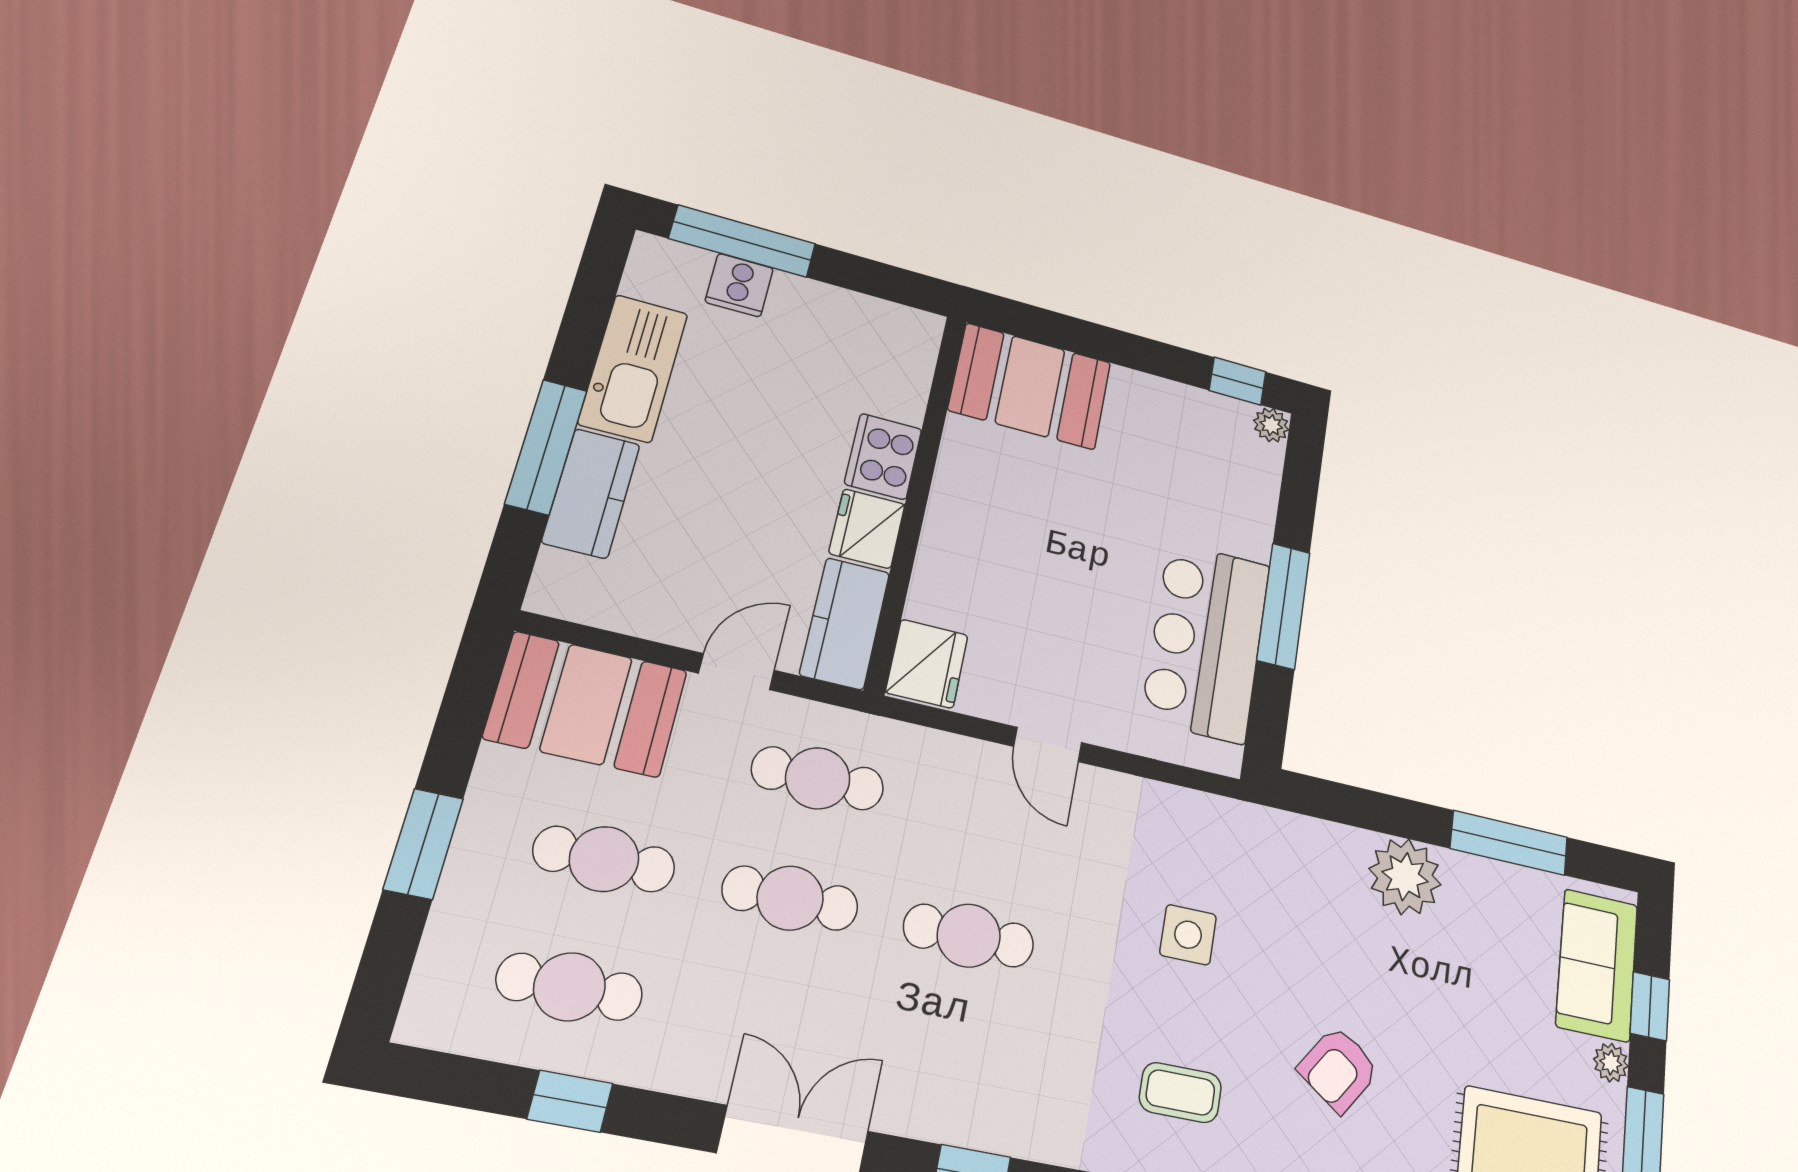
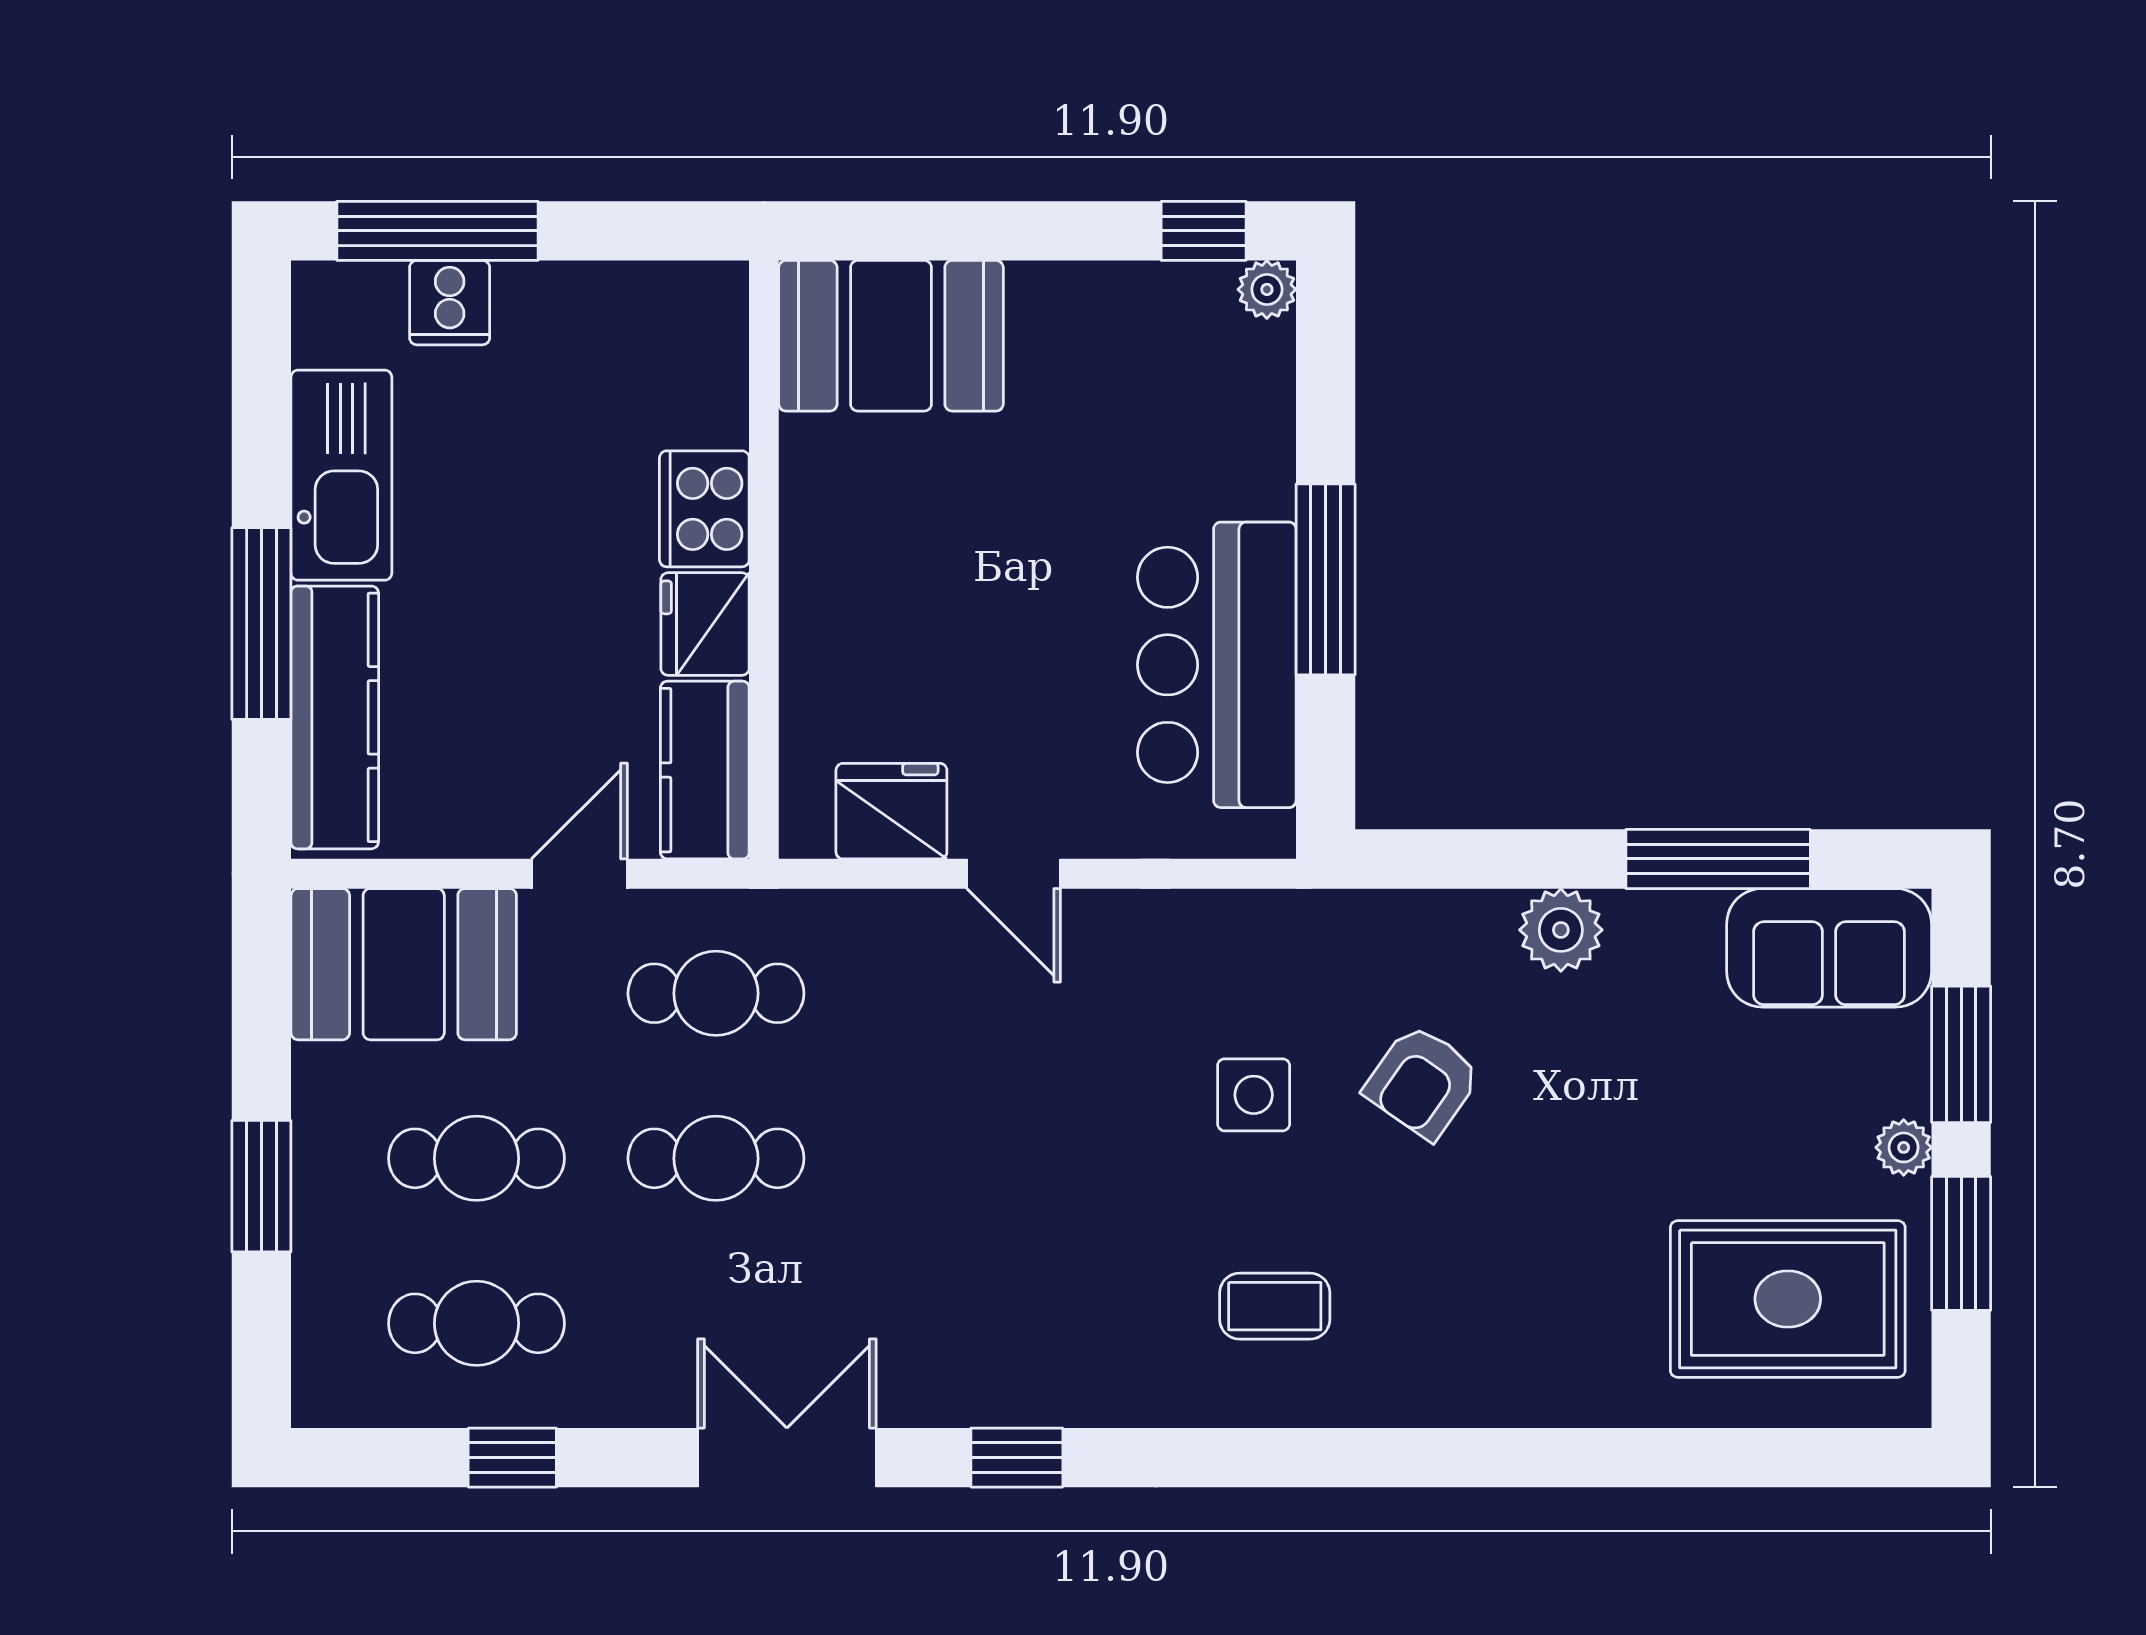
kitchen counter: (591, 493) -> (335, 717), width x1.50
fridge: (927, 664) -> (891, 811), moved, turned -90
plant: (1405, 877) -> (1561, 930), width x0.73, depth x0.73
cafe table: (969, 936) -> (955, 1158), removed
sofa: (1597, 965) -> (1829, 948), moved, turned -90
window: (1650, 1006) -> (1961, 1054), width x1.50
armchair: (1338, 1069) -> (1422, 1082), moved

